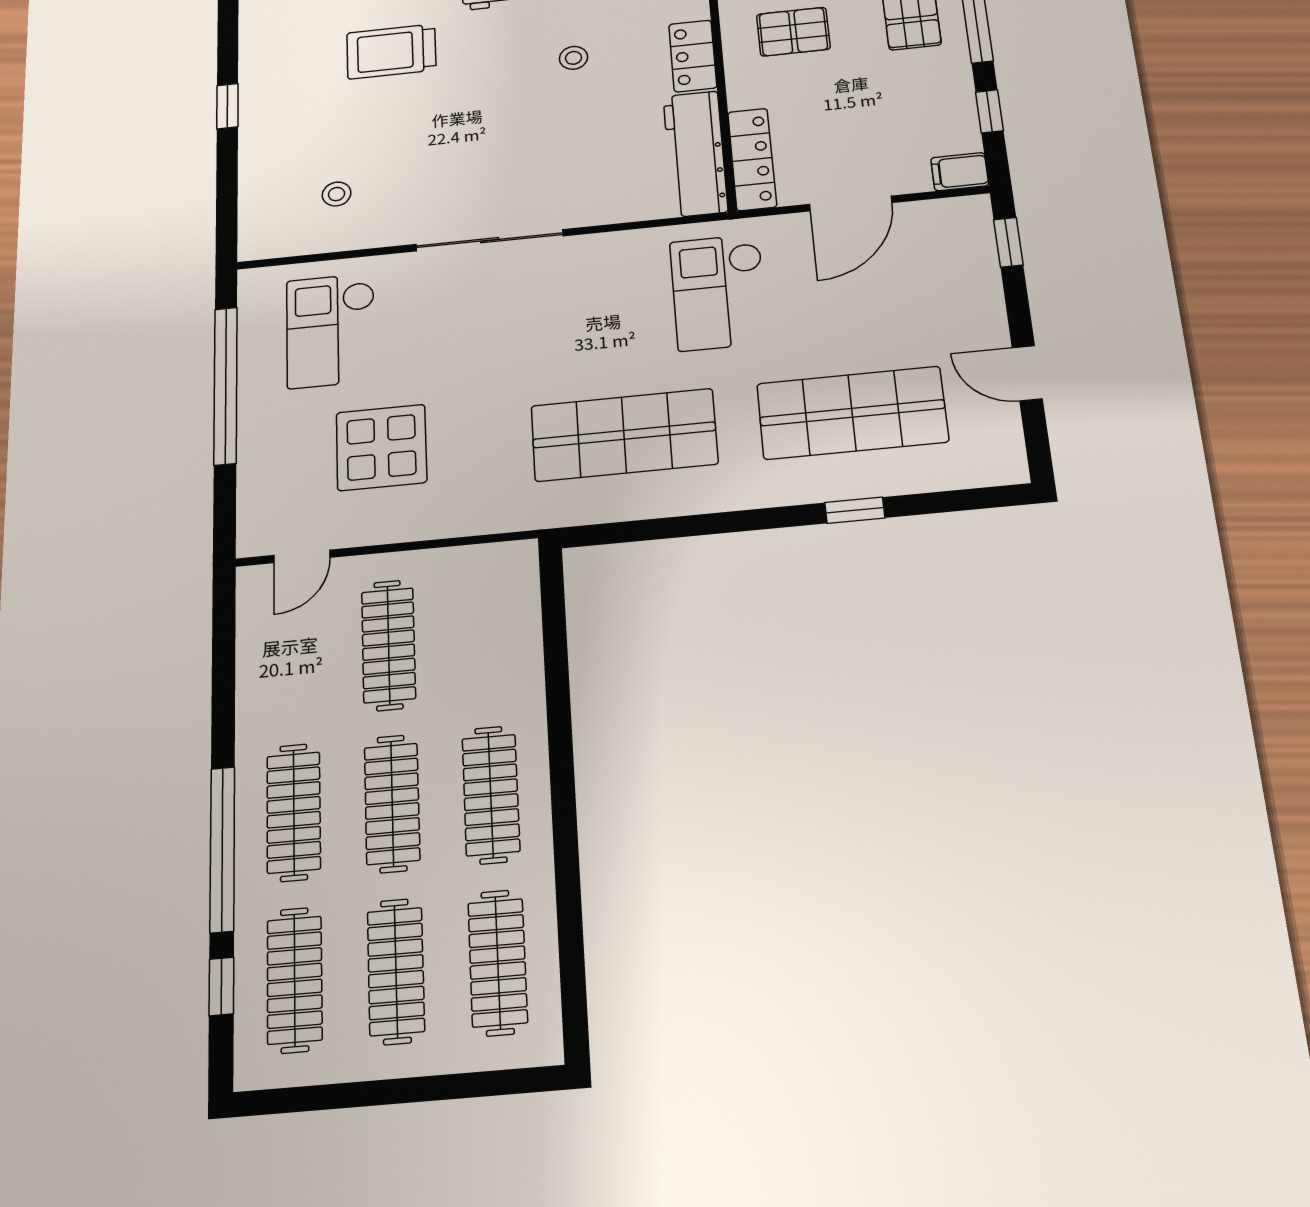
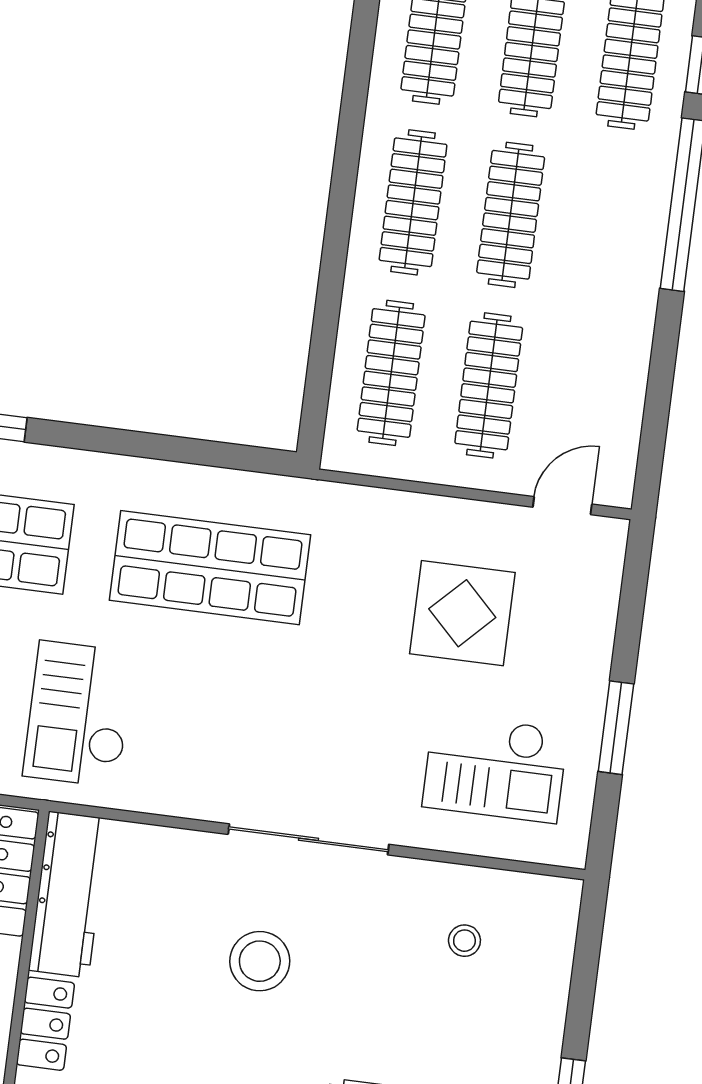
stool: (573, 58) -> (260, 961), moved, width x1.89, depth x1.89
checkout: (719, 292) -> (79, 714), turned 180
checkout: (331, 331) -> (495, 768), turned 90
window: (226, 385) -> (616, 728), width x0.47
clothes rail: (294, 812) -> (391, 373), moved

